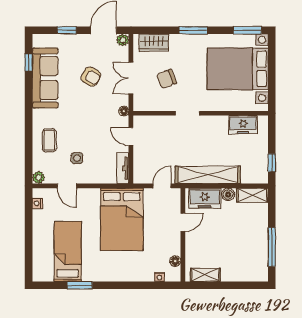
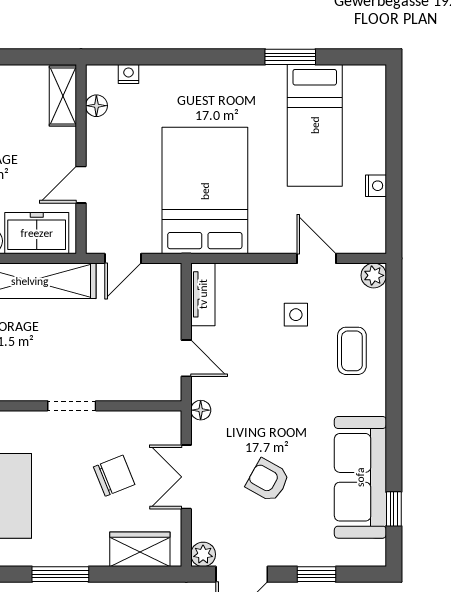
double door: (131, 78) -> (186, 477), swing flipped
nightstand: (37, 203) -> (376, 186), moved
shelving: (205, 275) -> (63, 96), moved, turned 90

